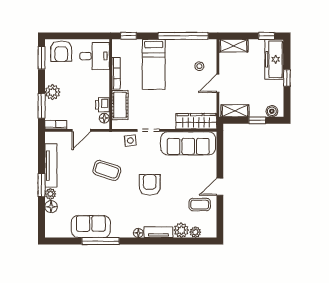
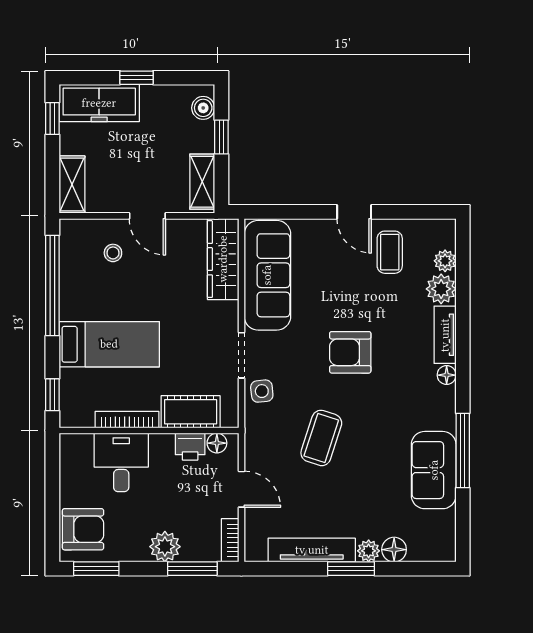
desk: (95, 56) -> (121, 462), moved

